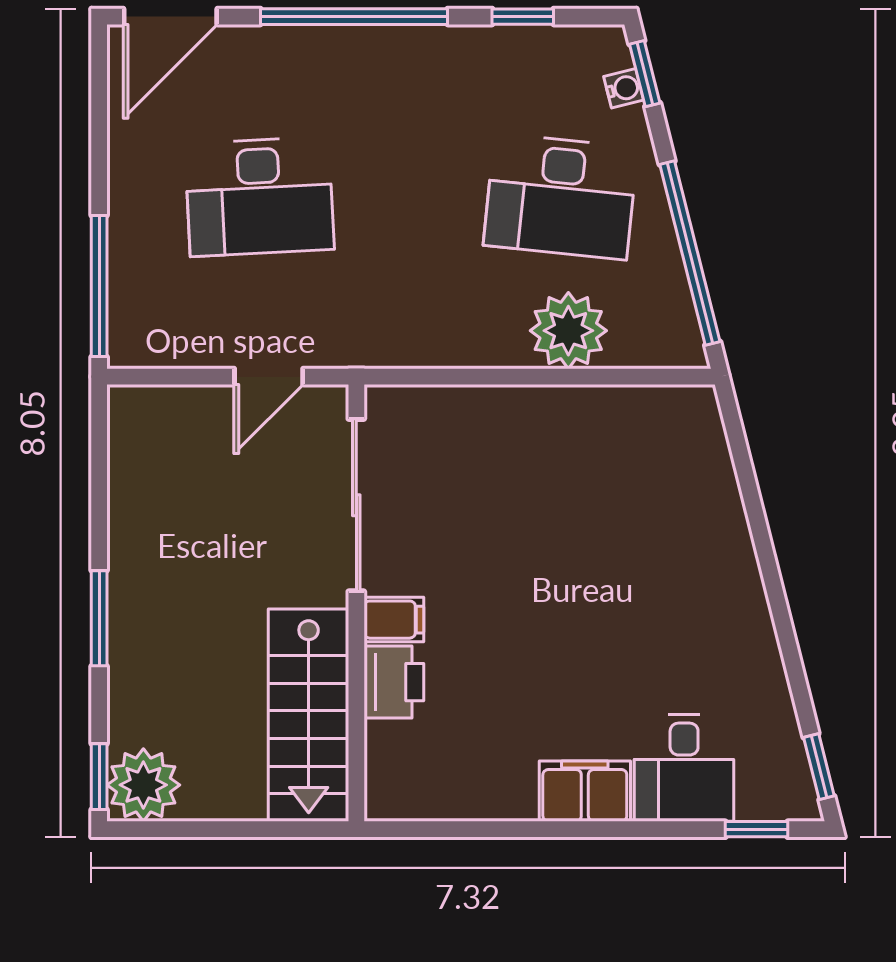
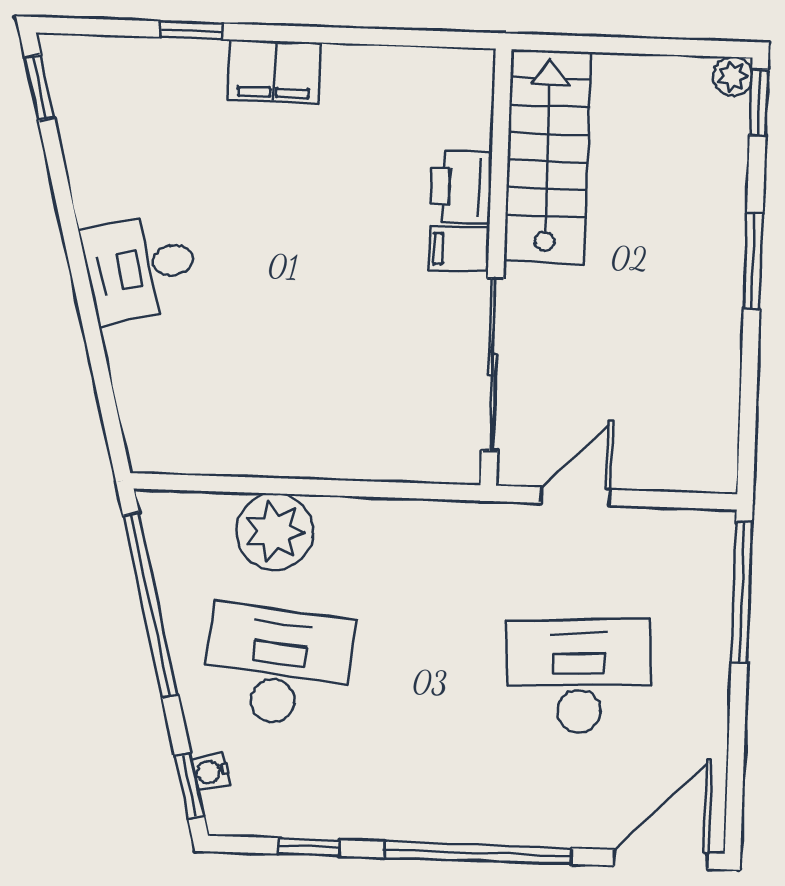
desk: (684, 768) -> (141, 267), moved, turned -104
plant: (143, 785) -> (733, 76), width x0.53, depth x0.53
window: (756, 829) -> (192, 30), moved

